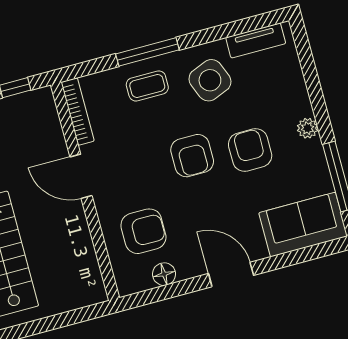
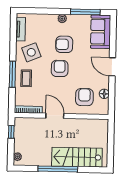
armchair: (192, 156) -> (60, 68), turned -90
door: (81, 176) -> (55, 116), swing flipped
door: (231, 274) -> (112, 67), hinge flipped

